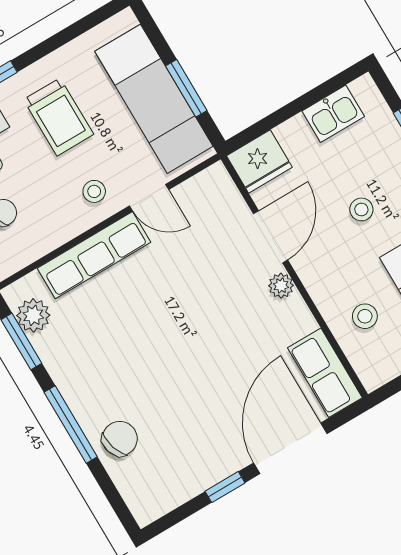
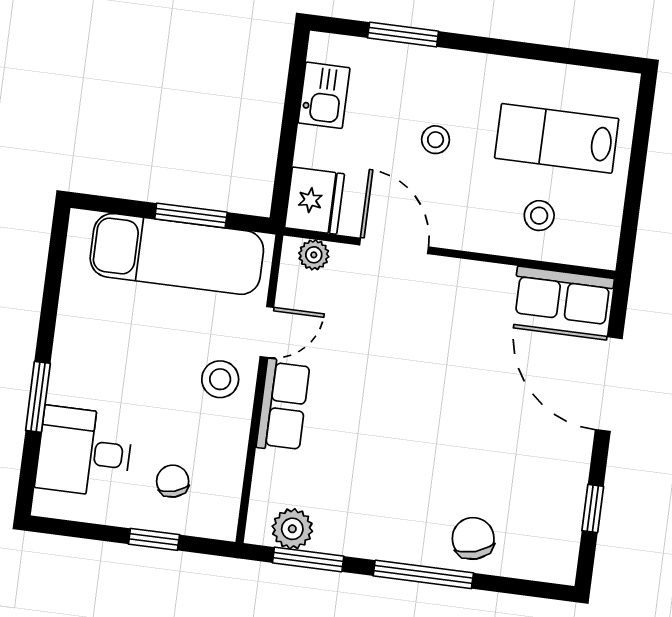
trolley: (59, 117) -> (123, 358), removed
stool: (94, 191) -> (220, 379), width x1.37, depth x1.37
row of seats: (94, 255) -> (283, 405), width x0.68
plant: (281, 286) -> (314, 255), moved
window: (225, 487) -> (593, 509), moved

